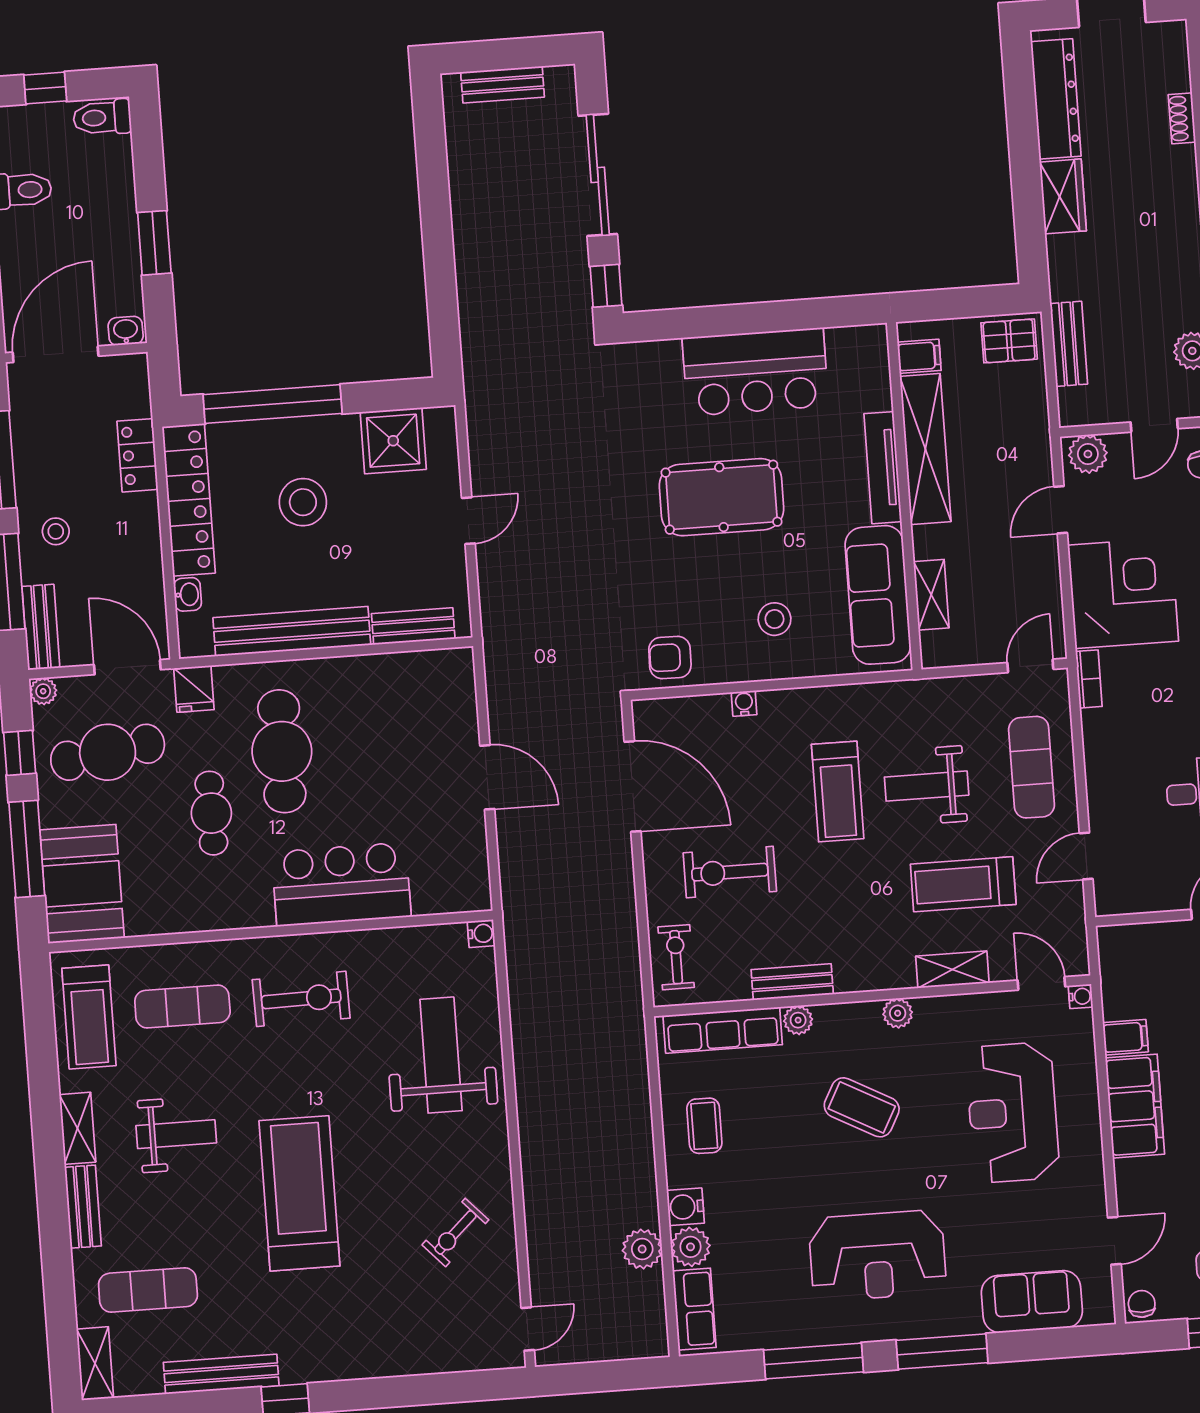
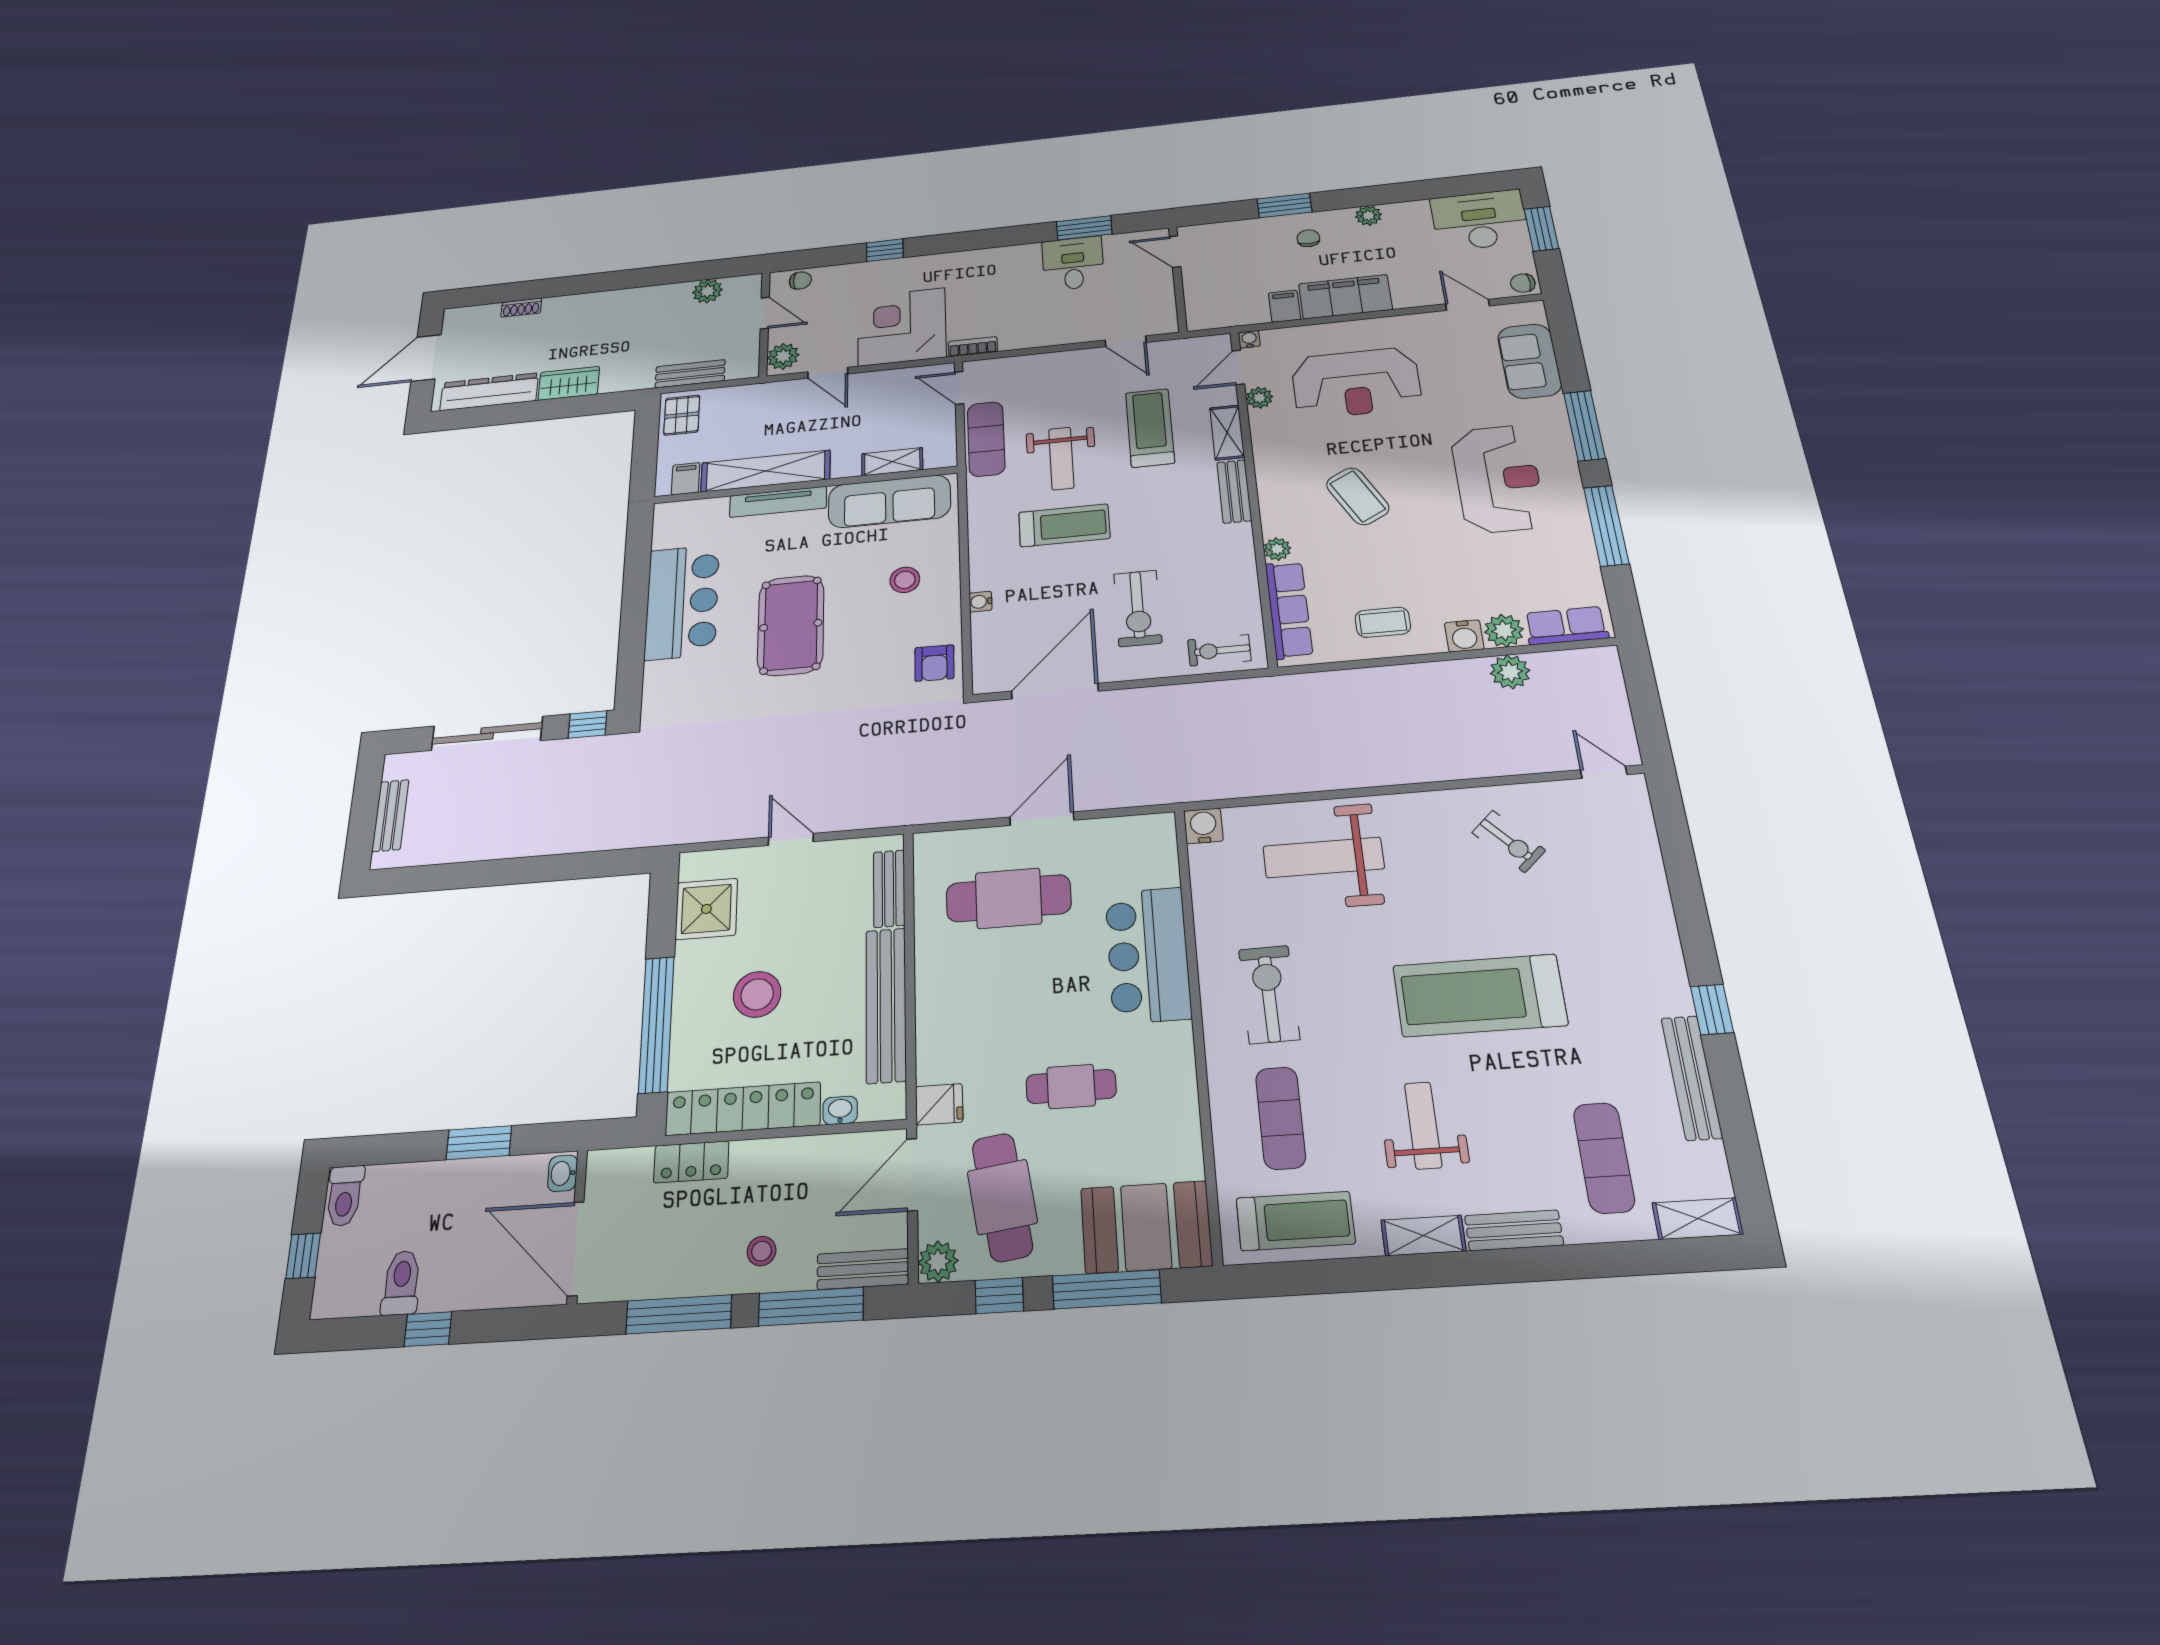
plant: (43, 691) -> (938, 1262), width x1.38, depth x1.38
cafe table: (282, 751) -> (1009, 898), moved
exercise mat: (1032, 767) -> (986, 439), moved, turned 90
treadmill: (963, 884) -> (1150, 428), turned 180
water cooler: (481, 933) -> (1203, 826), width x1.38, depth x1.38
bench: (792, 982) -> (1234, 491), moved
plant: (898, 1013) -> (1259, 398), moved
coffee table: (862, 1107) -> (1358, 496), turned -56

